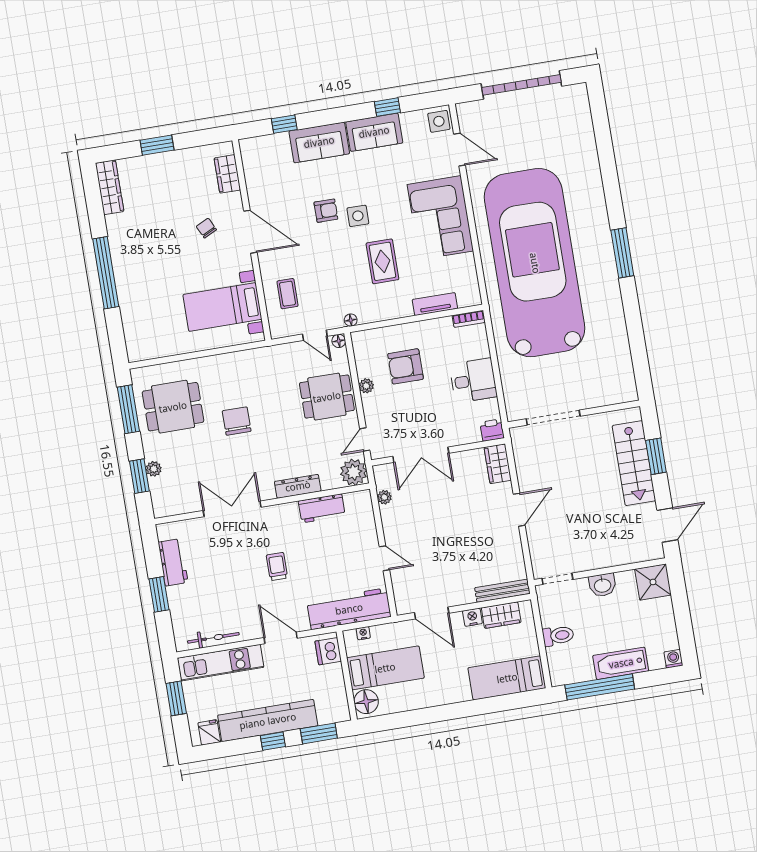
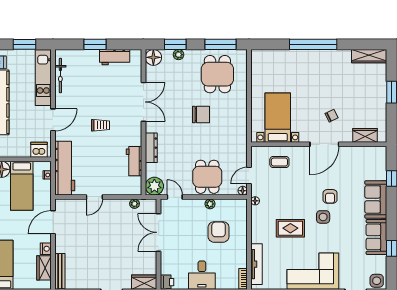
tv unit: (435, 304) -> (256, 264), width x1.41
floor lamp: (164, 505) -> (153, 57), added

